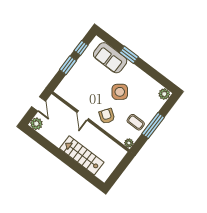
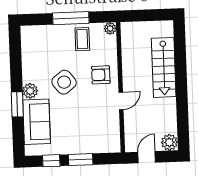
plant: (164, 94) -> (30, 91), moved
armchair: (107, 116) -> (101, 75), turned 55

